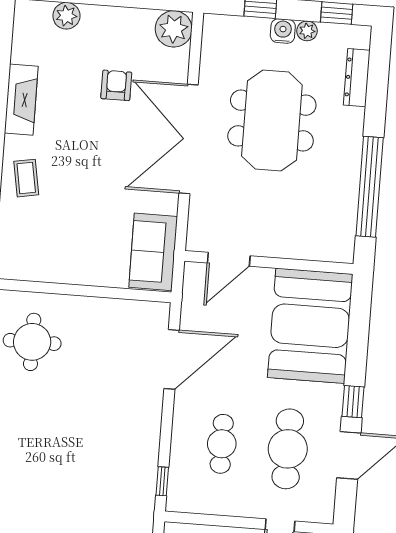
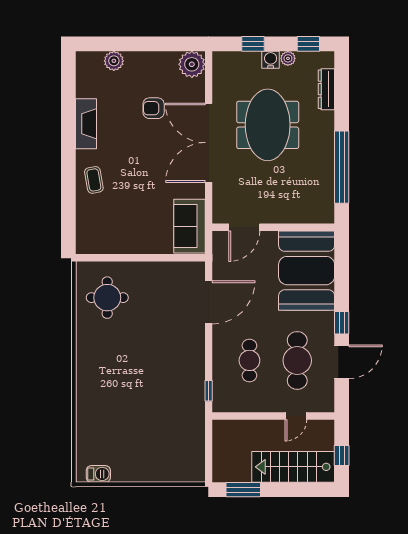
armchair: (116, 85) -> (154, 108), turned -90

